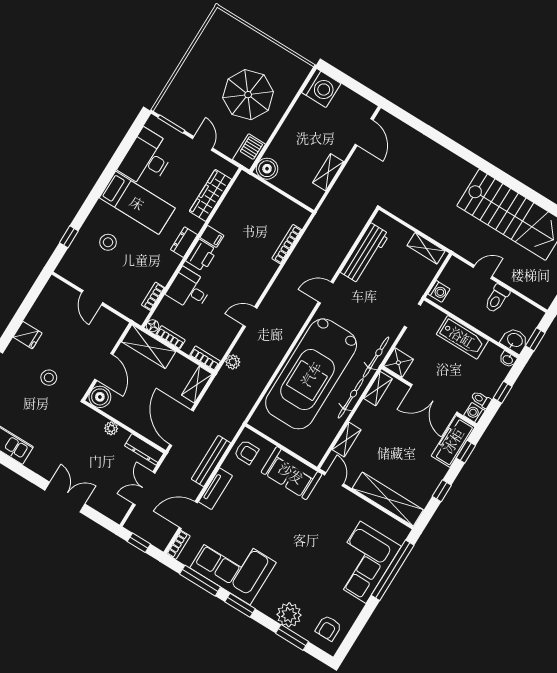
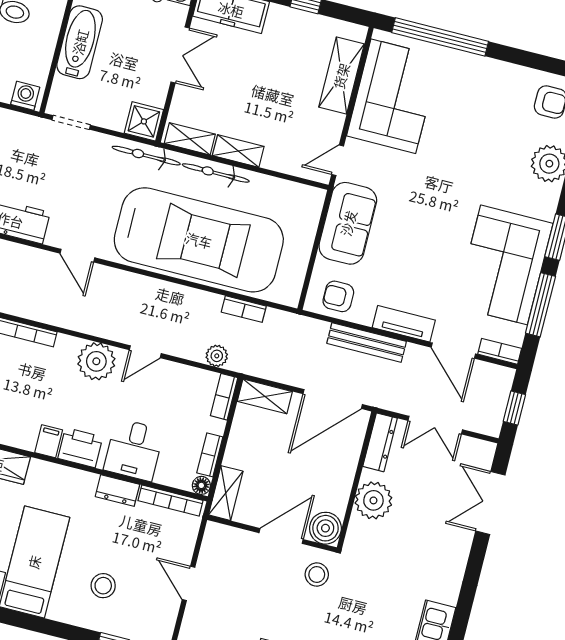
dresser: (184, 242) -> (117, 490), moved
plant: (254, 283) -> (96, 361), added
bookcase: (153, 296) -> (170, 501), width x1.56
door: (92, 298) -> (188, 583), swing flipped
door: (250, 317) -> (145, 352), hinge flipped
shelving: (149, 347) -> (226, 493), width x0.67, depth x0.75
stool: (49, 378) -> (317, 575), moved
bookcase: (257, 389) -> (244, 309), added
double door: (434, 399) -> (180, 55), width x0.73
plant: (111, 428) -> (373, 500), width x1.88, depth x1.88
shelving: (346, 440) -> (238, 151), moved
armchair: (246, 452) -> (338, 296), turned -90
double door: (65, 497) -> (490, 503), moved
shelving: (388, 499) -> (341, 76), width x0.68
corner sofa: (363, 562) -> (393, 96), moved, turned -90

